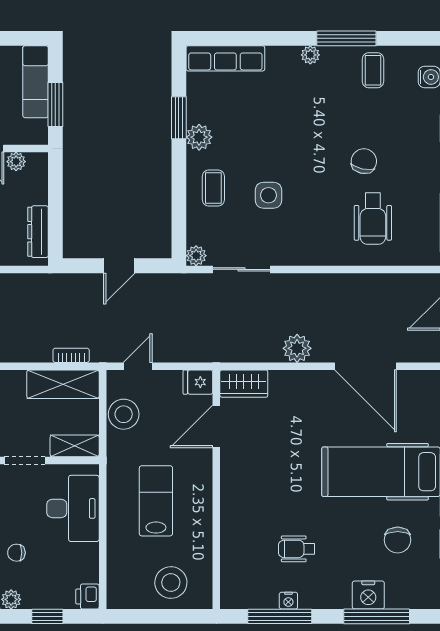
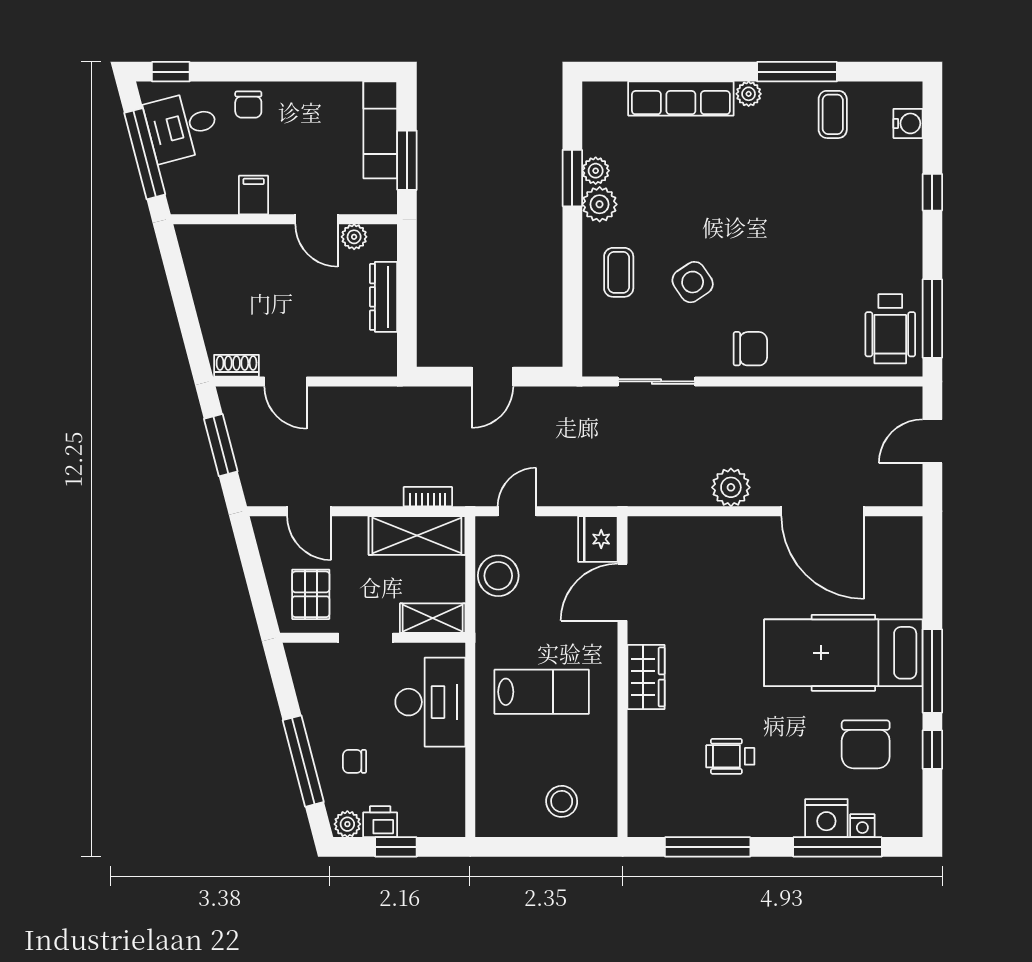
row of seats: (225, 58) -> (681, 98), moved
chair: (364, 161) -> (750, 349), moved, turned 78
side table: (268, 195) -> (693, 282), turned -34
wheelchair: (373, 219) -> (890, 329), moved
dresser: (38, 232) -> (384, 297), moved
plant: (196, 256) -> (596, 171), moved
fridge: (198, 382) -> (598, 539), width x1.38
wardrobe: (244, 384) -> (646, 677), moved, turned -90
lab bench: (156, 501) -> (542, 692), turned 90
chair: (398, 540) -> (866, 744), width x1.37, depth x1.37
stool: (171, 583) -> (562, 801), width x0.73, depth x0.73
printer: (87, 597) -> (380, 822), moved, turned 90
nightstand: (288, 601) -> (862, 826), moved

